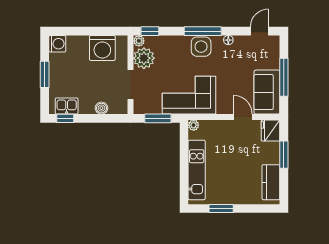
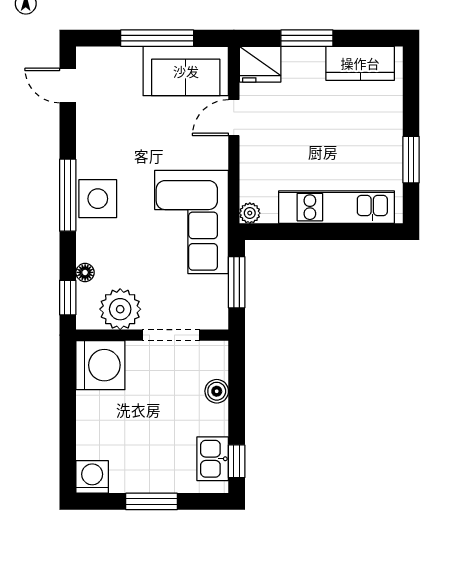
floor lamp: (228, 40) -> (85, 272), moved
plant: (139, 41) -> (87, 319), removed
washing machine: (102, 48) -> (100, 365), moved

